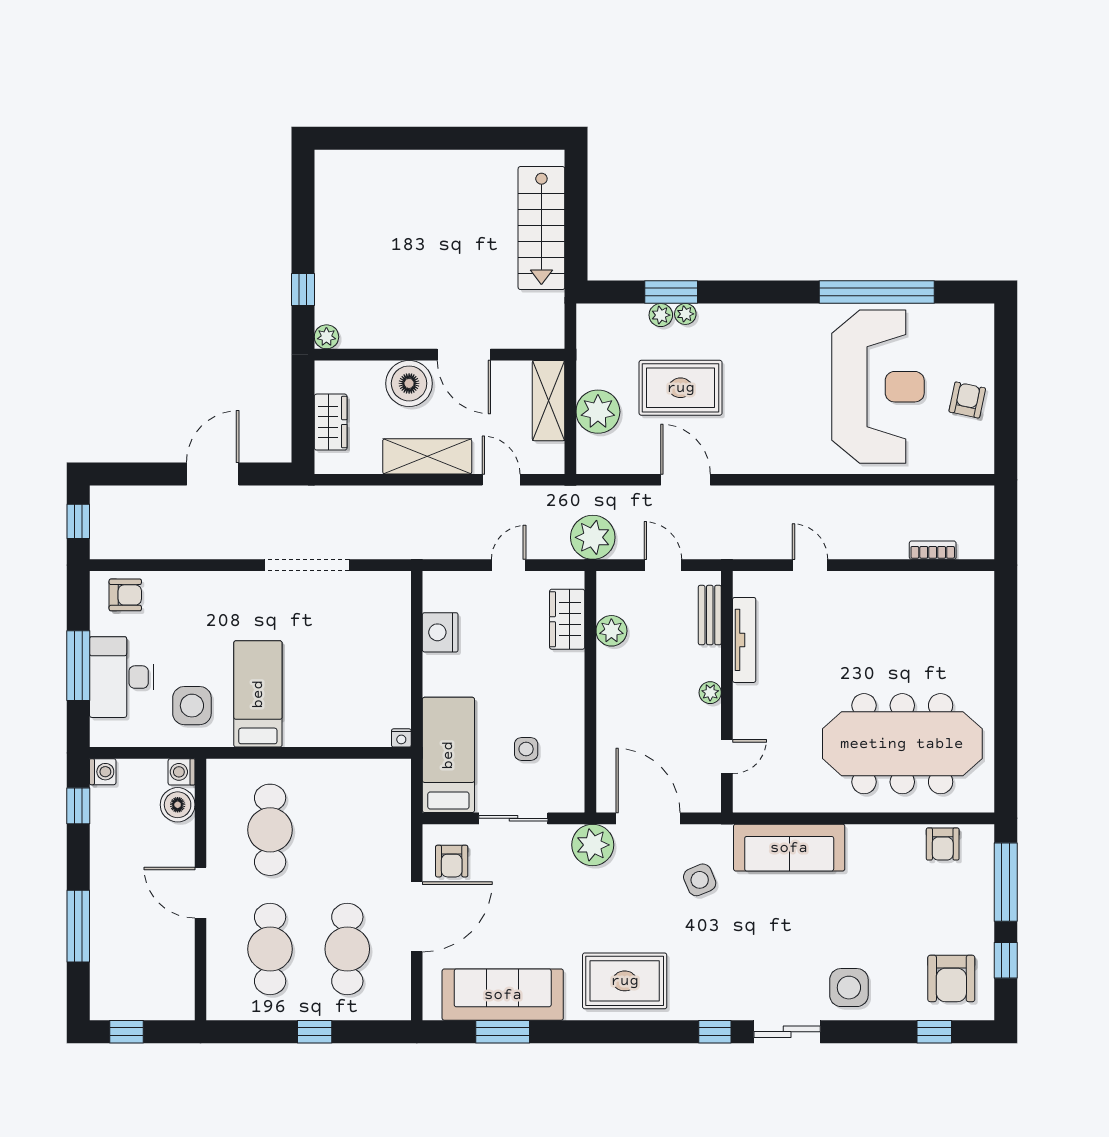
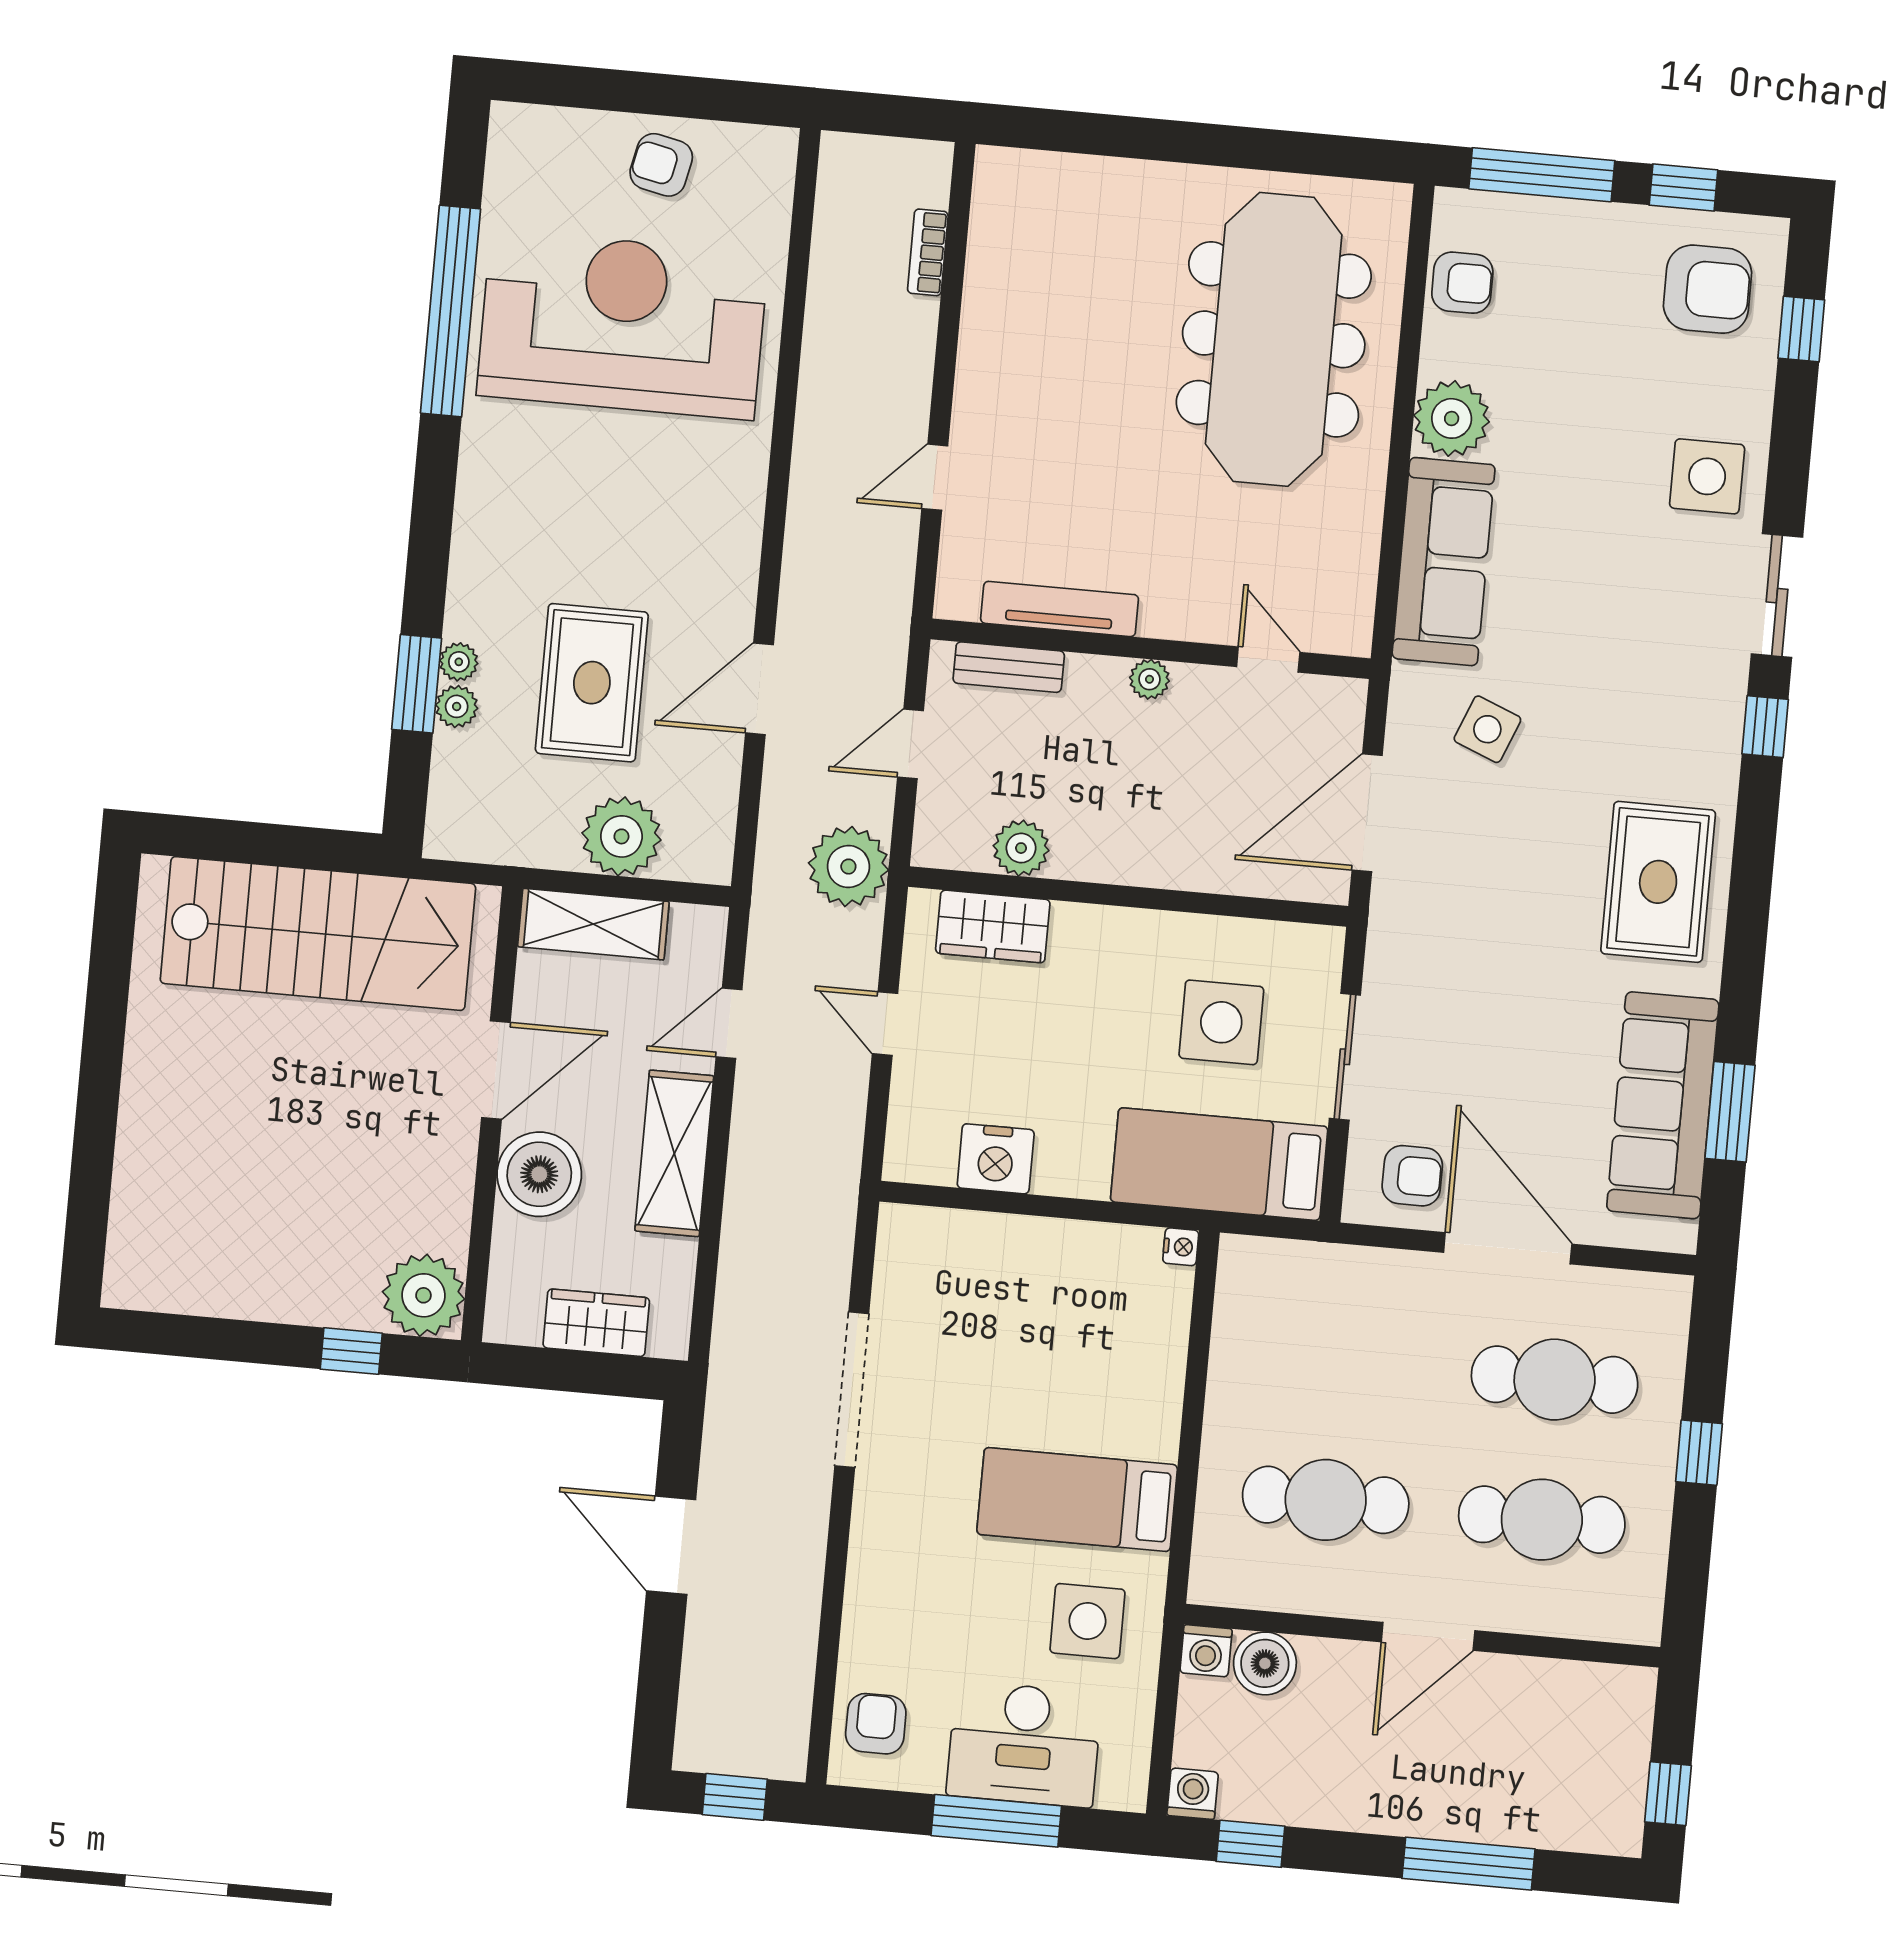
stairs: (541, 228) -> (318, 933), width x1.36, depth x1.51
plant: (326, 337) -> (423, 1295), width x1.87, depth x1.87
side table: (526, 749) -> (1221, 1022), width x1.87, depth x1.87
plant: (593, 845) -> (1452, 418), moved
side table: (700, 880) -> (1487, 729), turned 45

